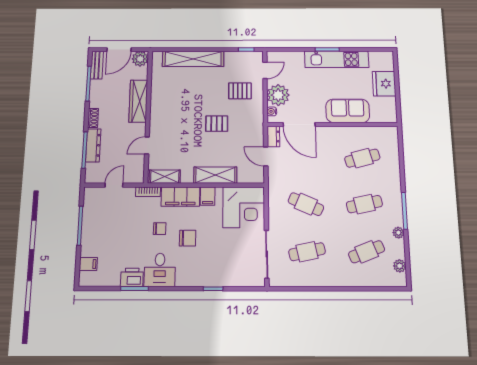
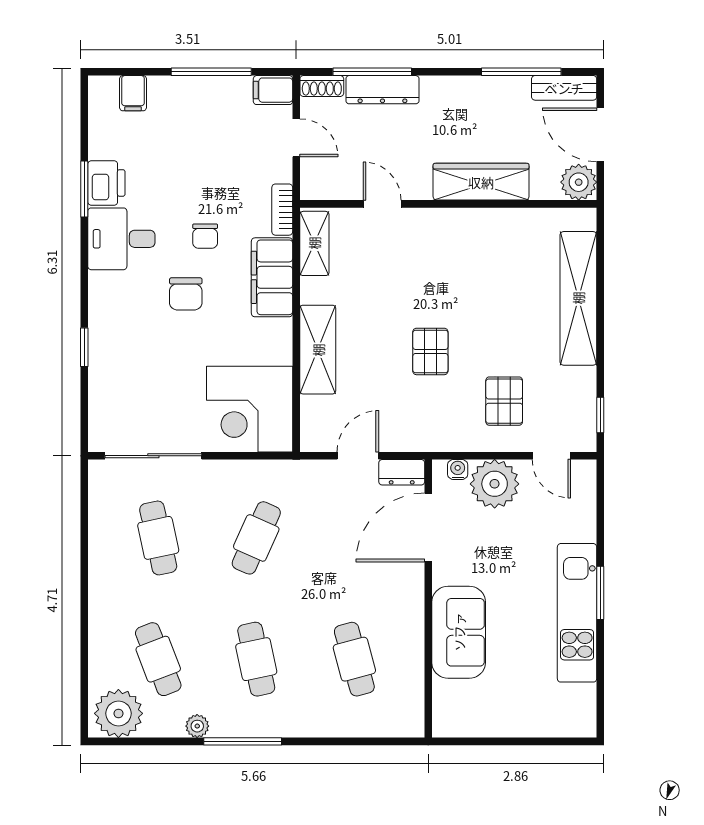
fridge: (384, 84) -> (521, 714), removed
shoe rack: (93, 118) -> (322, 86), moved
filing cabinet: (208, 196) -> (273, 90), moved
plant: (400, 266) -> (118, 713), width x1.87, depth x1.87

